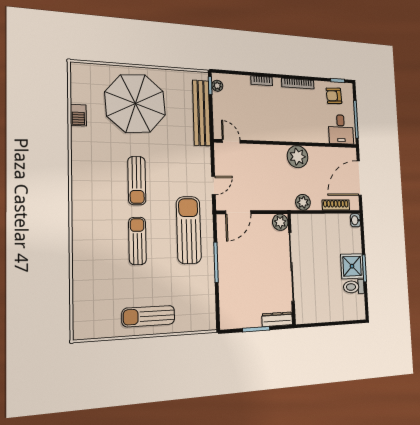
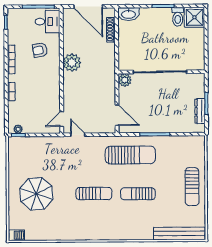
armchair: (334, 96) -> (40, 50), moved, turned 83
parasol: (135, 104) -> (36, 194), width x0.73, depth x0.73
bench: (201, 113) -> (179, 234), moved
barbecue: (78, 115) -> (17, 235), moved
door: (213, 185) -> (78, 135), moved
plant: (303, 202) -> (109, 59), removed
washbasin: (355, 220) -> (129, 14), width x1.91, depth x1.45
sun lounger: (189, 230) -> (130, 155), turned 180
shower: (352, 266) -> (194, 17), moved
dresser: (277, 319) -> (200, 111), moved

